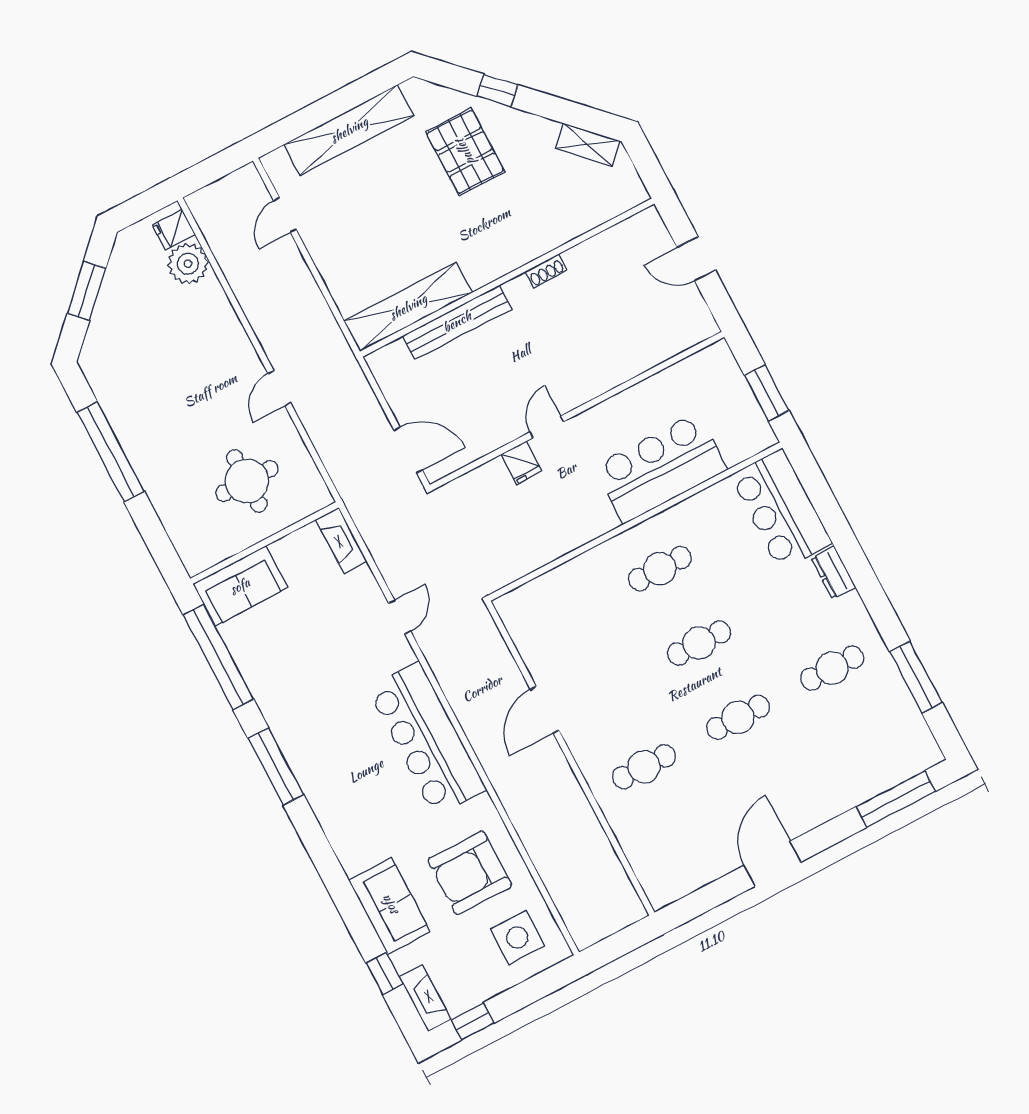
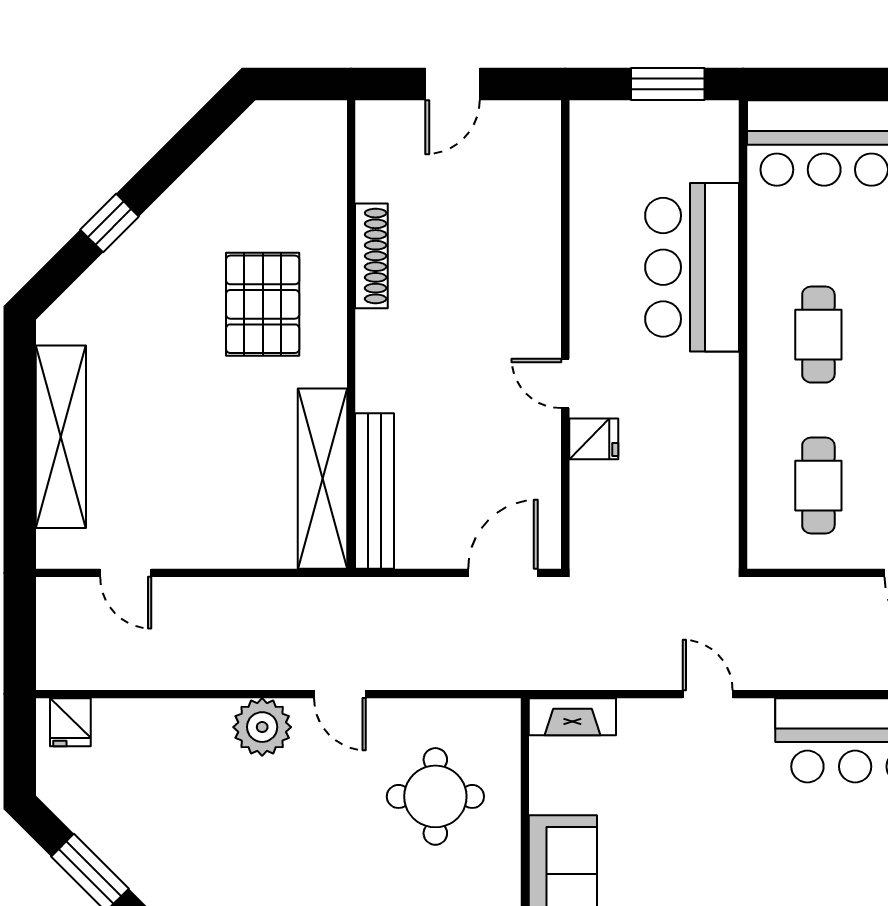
shelving: (588, 145) -> (237, 145), removed
pallet: (465, 152) -> (263, 304), moved, turned 90
plant: (188, 264) -> (262, 727), moved
shoe rack: (546, 271) -> (371, 256), width x1.94, depth x1.24
bench: (457, 322) -> (375, 491), moved
cafe table: (566, 618) -> (818, 486), added

